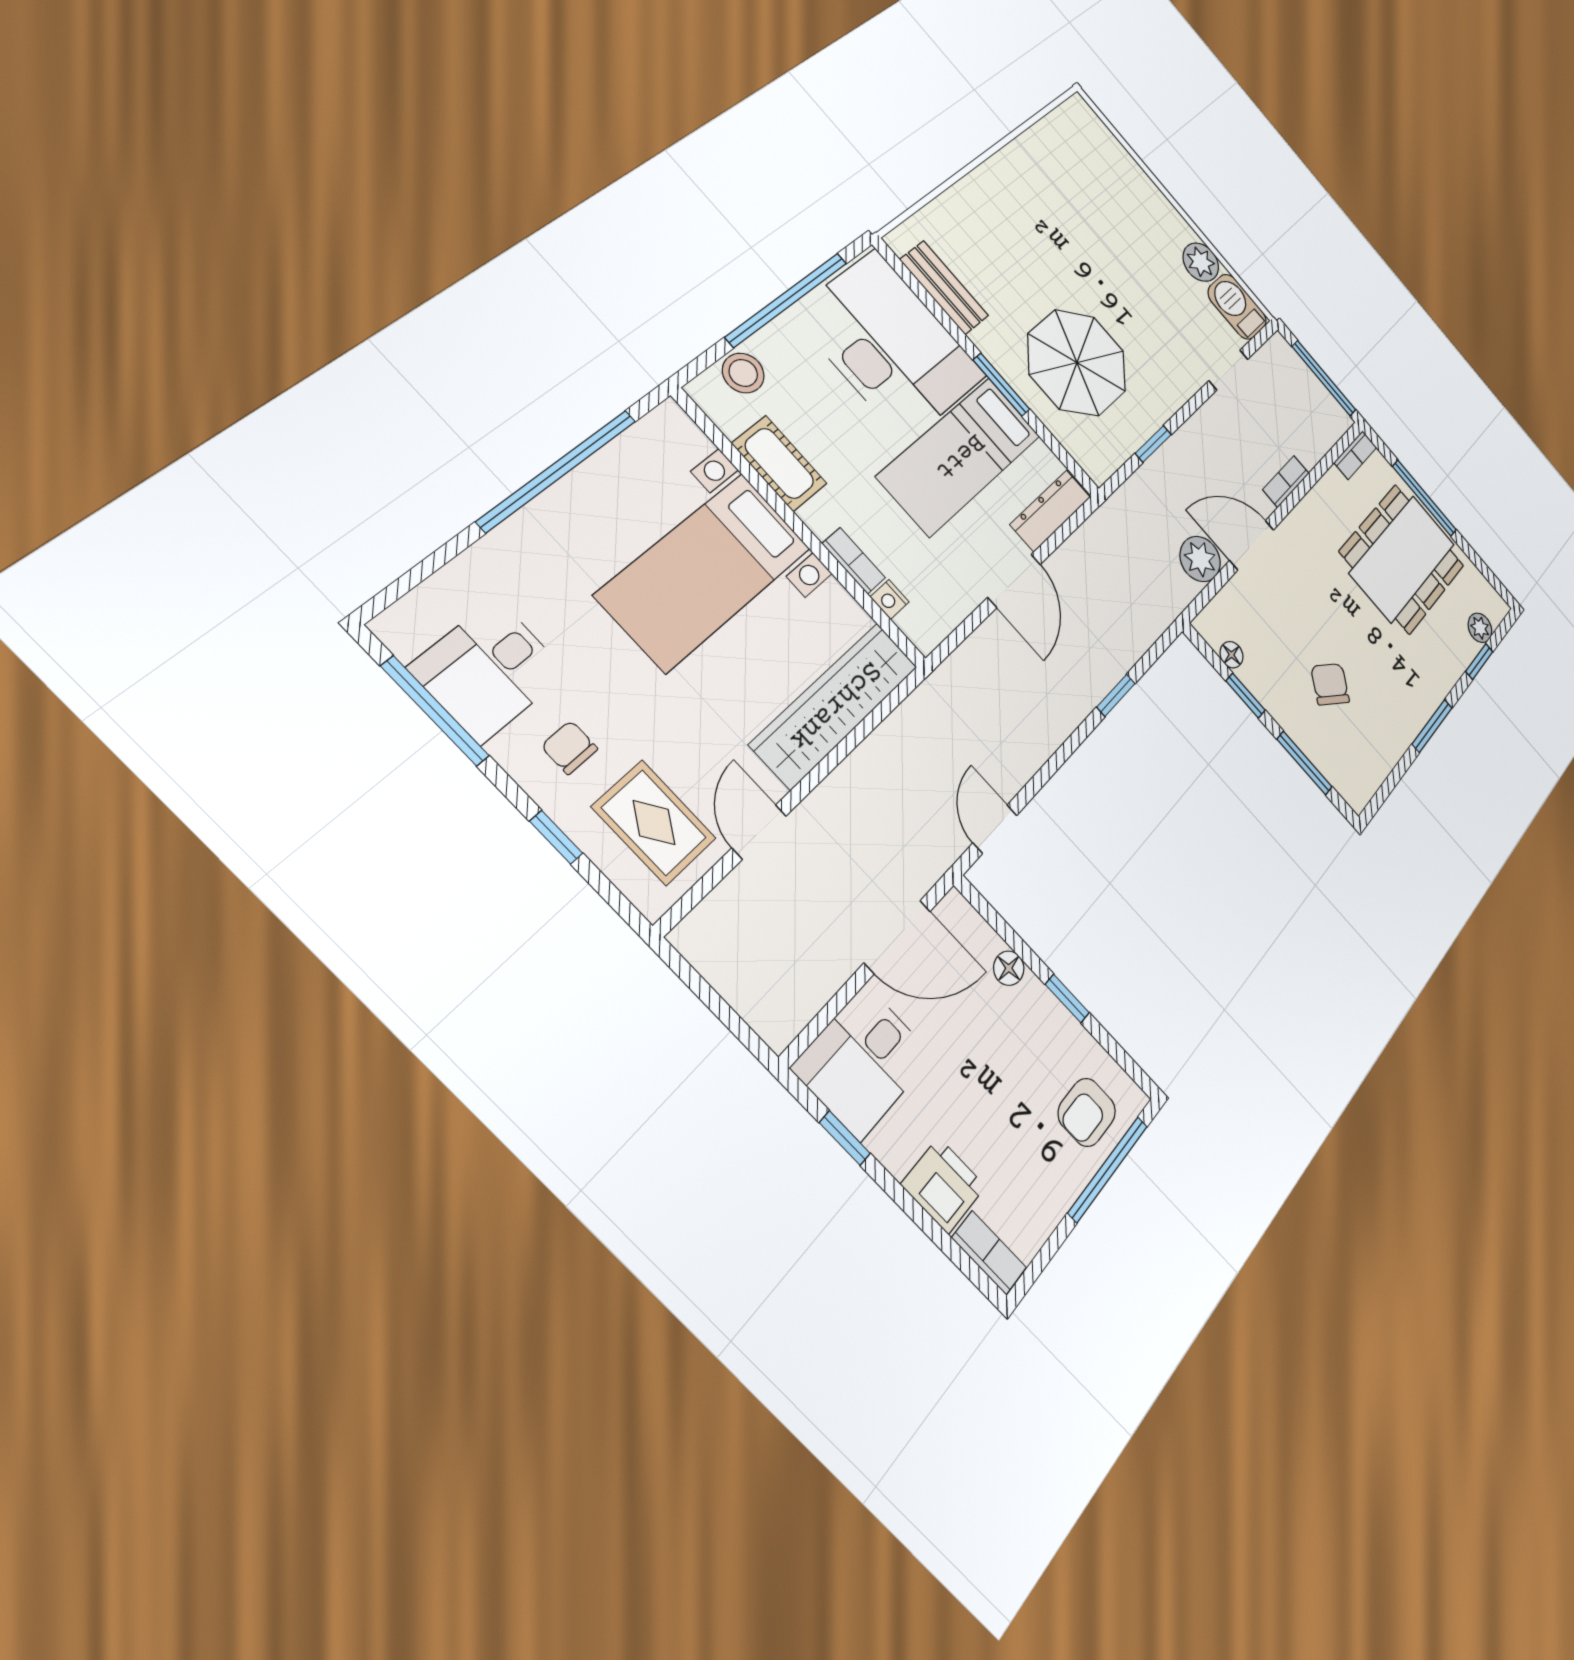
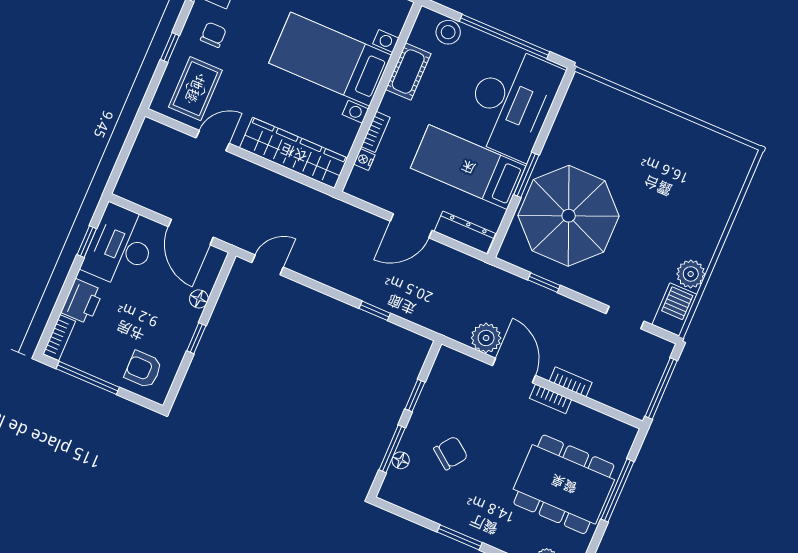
bench: (944, 288) -> (567, 119), removed
parasol: (1077, 363) -> (569, 216), width x1.36, depth x1.36
bookcase: (1355, 455) -> (551, 399), moved
floor lamp: (1231, 655) -> (401, 460), moved
desk: (863, 1062) -> (121, 246), width x1.37
window: (1108, 1169) -> (88, 378), moved

